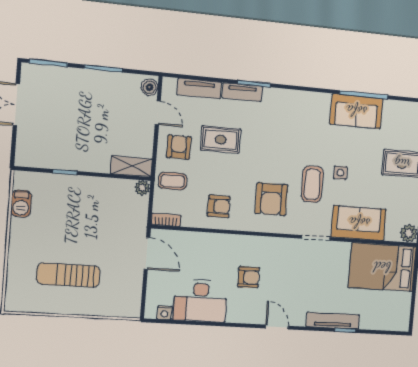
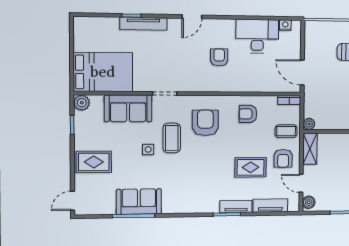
shelving: (131, 166) -> (310, 149), moved, turned 90
armchair: (249, 277) -> (219, 57), turned 90
door: (277, 327) -> (192, 17), hinge flipped

